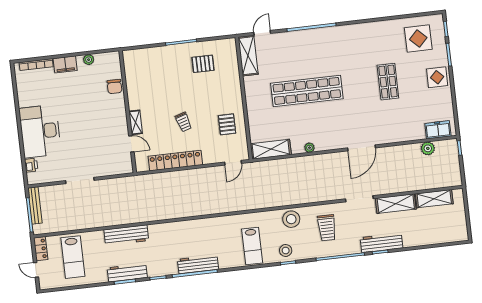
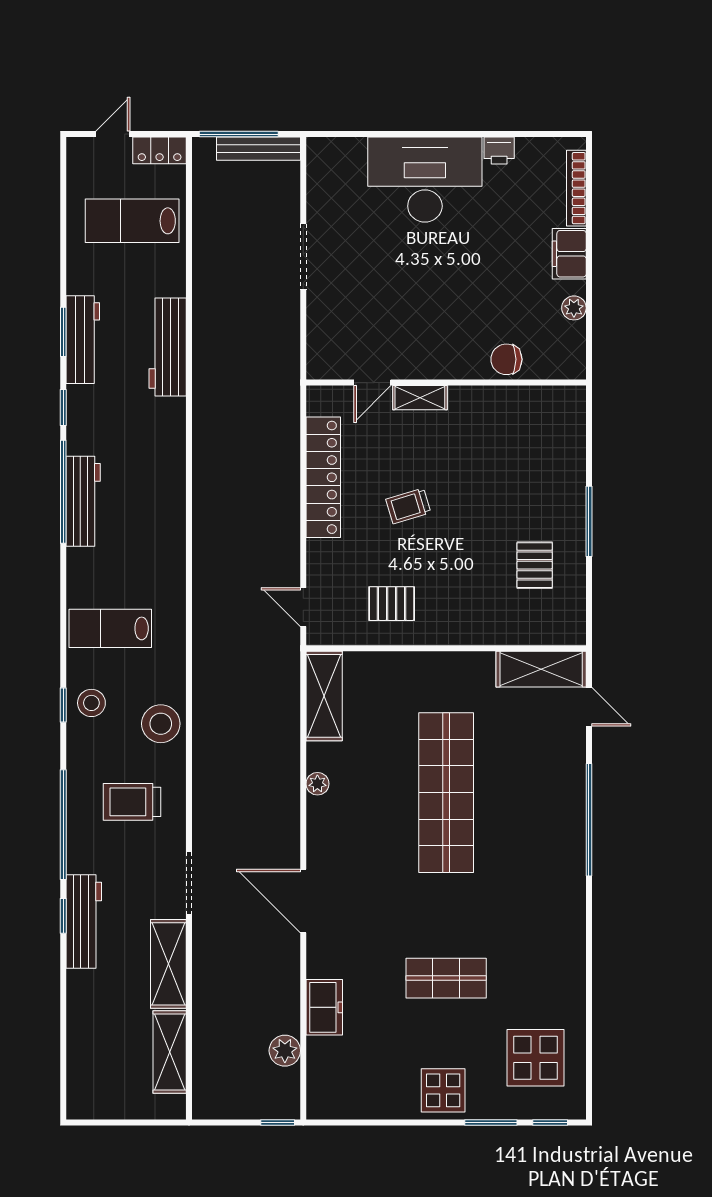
freezer: (438, 130) -> (324, 1007), moved
printer: (31, 165) -> (499, 151), moved

